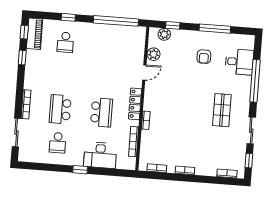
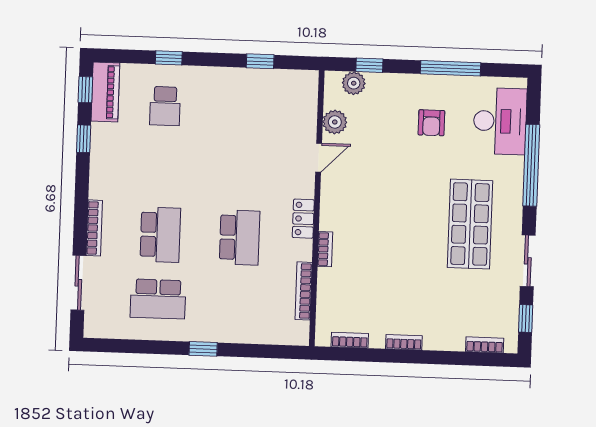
window: (116, 21) -> (260, 61), width x0.32
desk: (239, 62) -> (500, 121), width x1.37
locker: (135, 104) -> (303, 219), width x0.66
school desk: (60, 109) -> (160, 235), turned 180
shop shelf: (222, 110) -> (470, 224), width x1.43, depth x1.36
school desk: (58, 143) -> (158, 299), width x1.85
desk: (100, 155) -> (240, 320), removed

